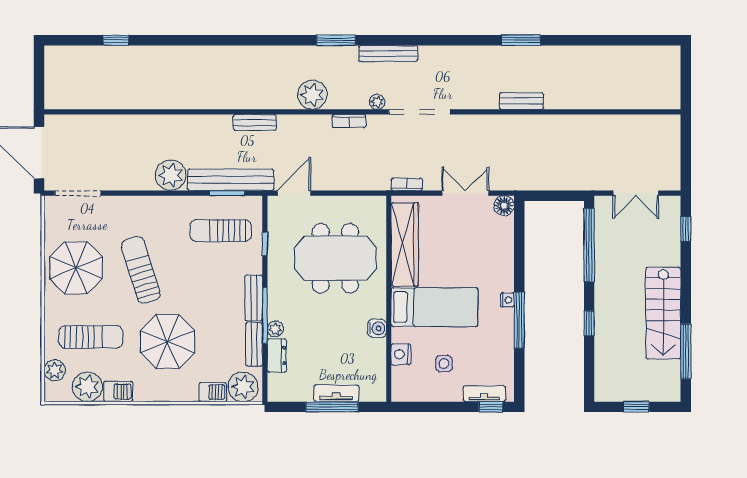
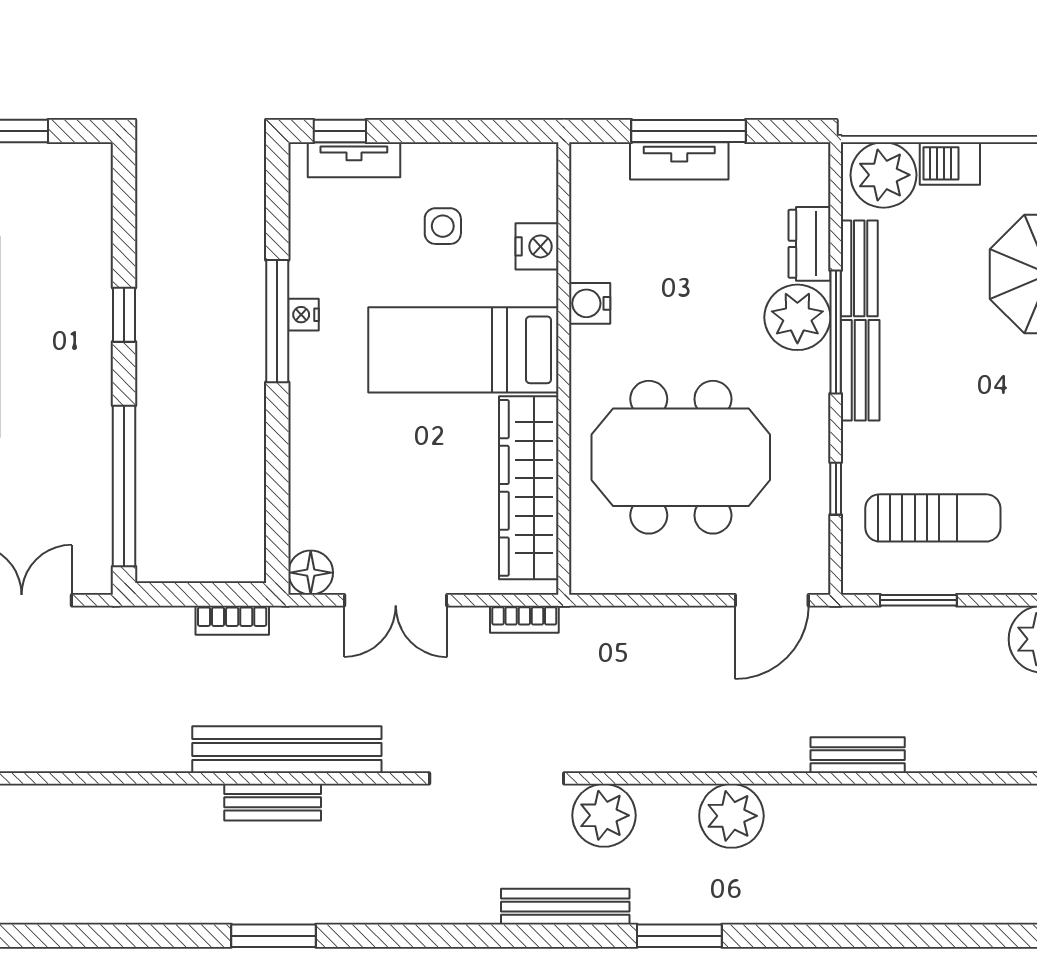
plant: (377, 102) -> (604, 815), width x1.87, depth x1.87
bookcase: (349, 121) -> (232, 620), moved, turned 180
bench: (231, 180) -> (287, 750), moved
nightstand: (507, 300) -> (303, 315), moved
plant: (275, 329) -> (797, 317), width x1.88, depth x1.88

